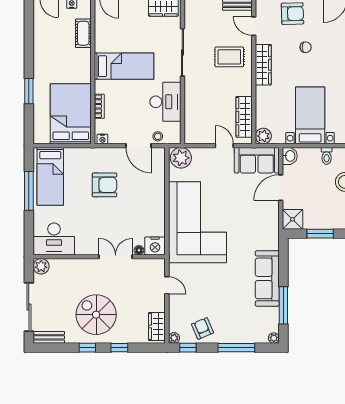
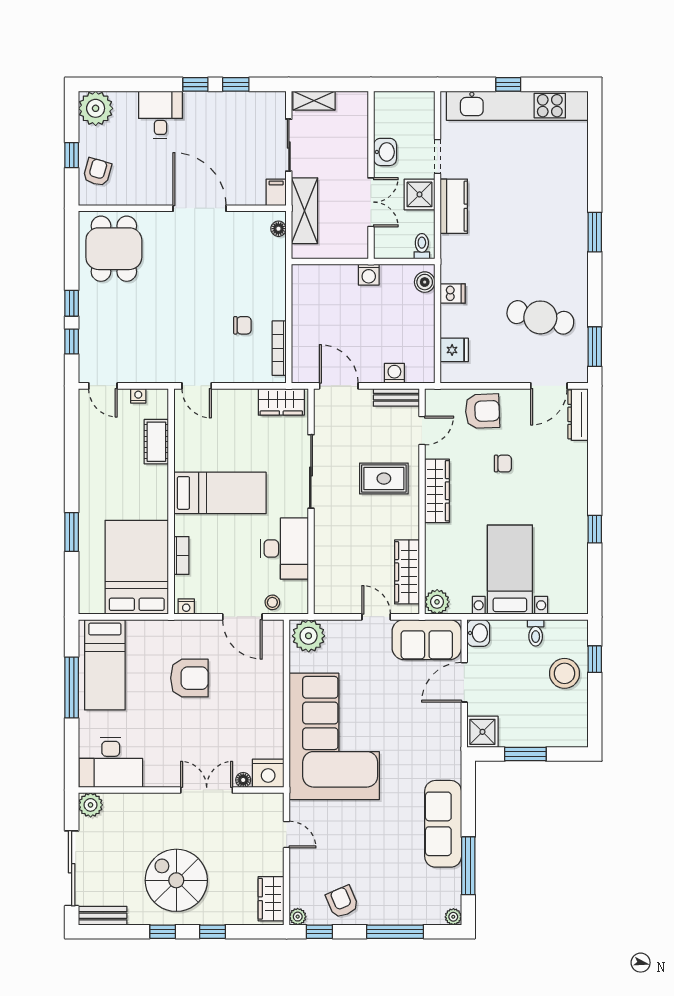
door: (254, 26) -> (422, 431), swing flipped

